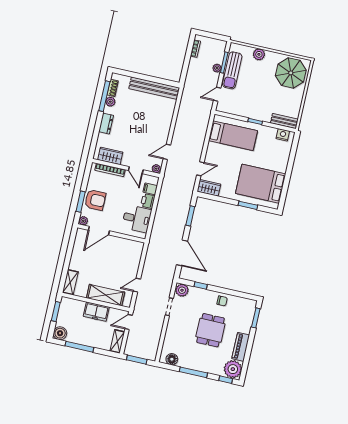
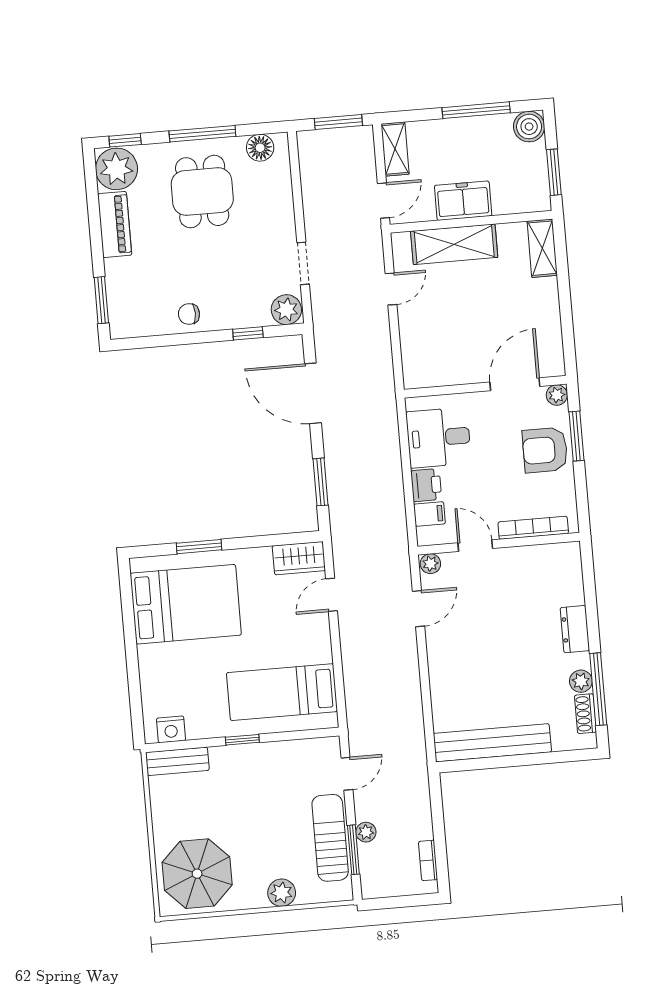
wardrobe: (110, 156) -> (542, 560), removed
dining table: (210, 330) -> (202, 192), moved

